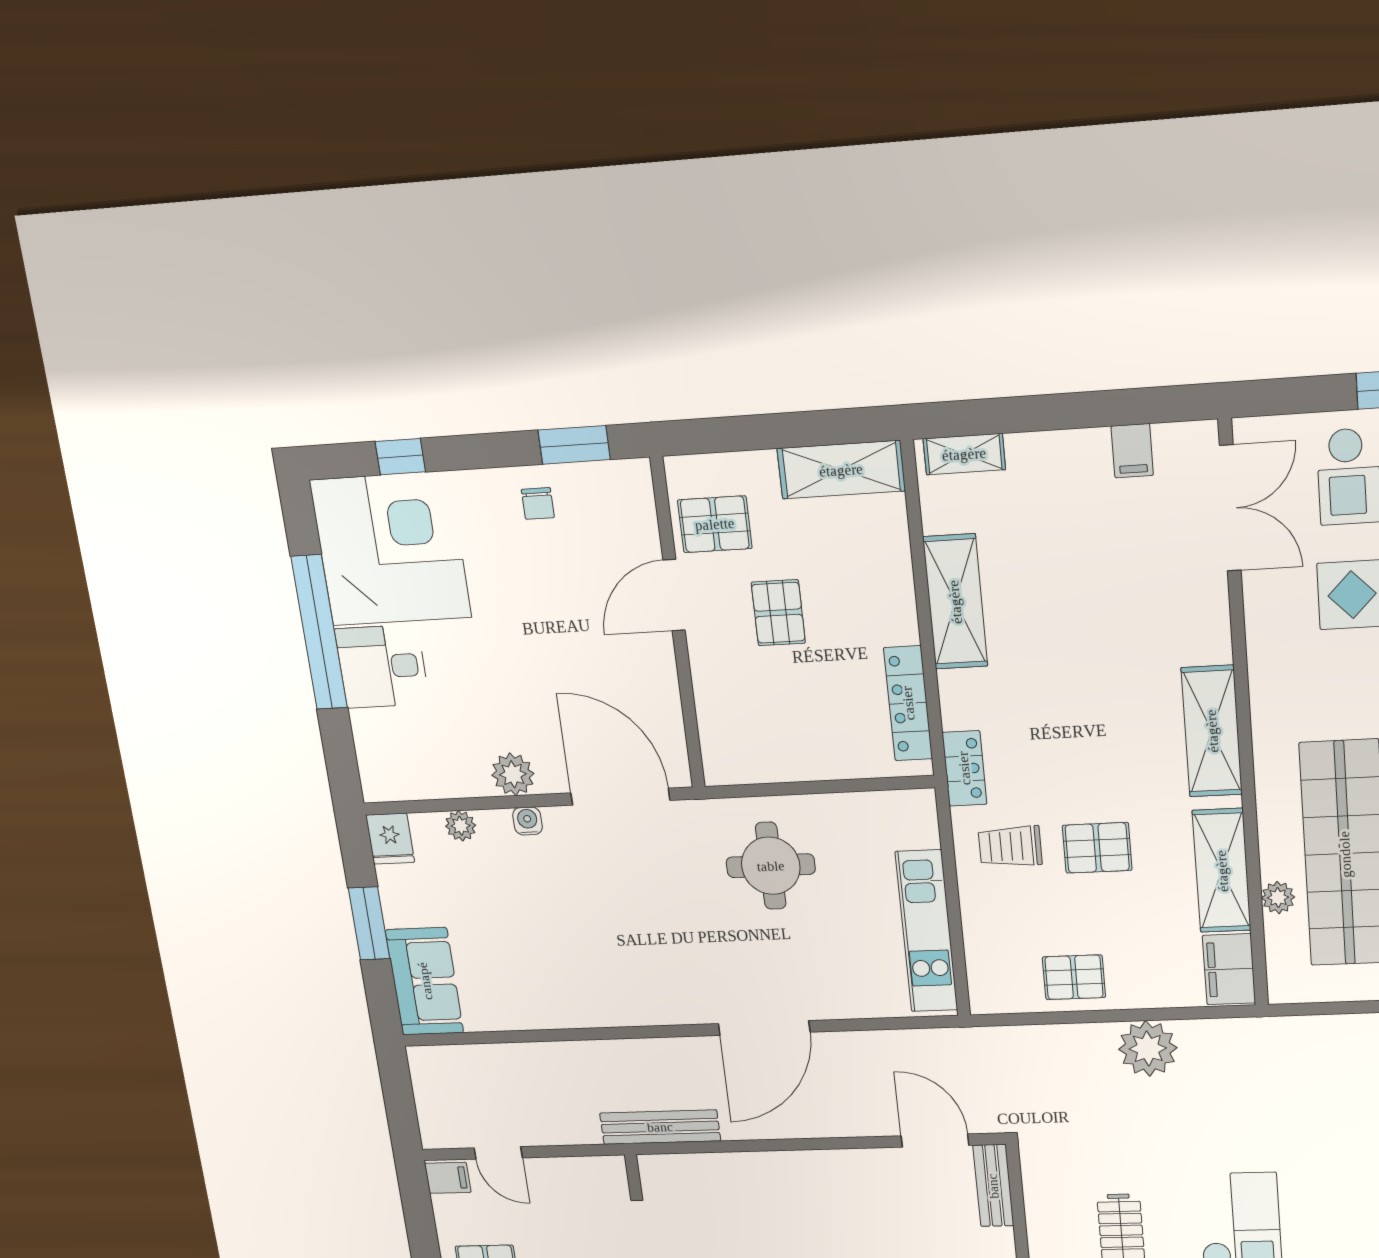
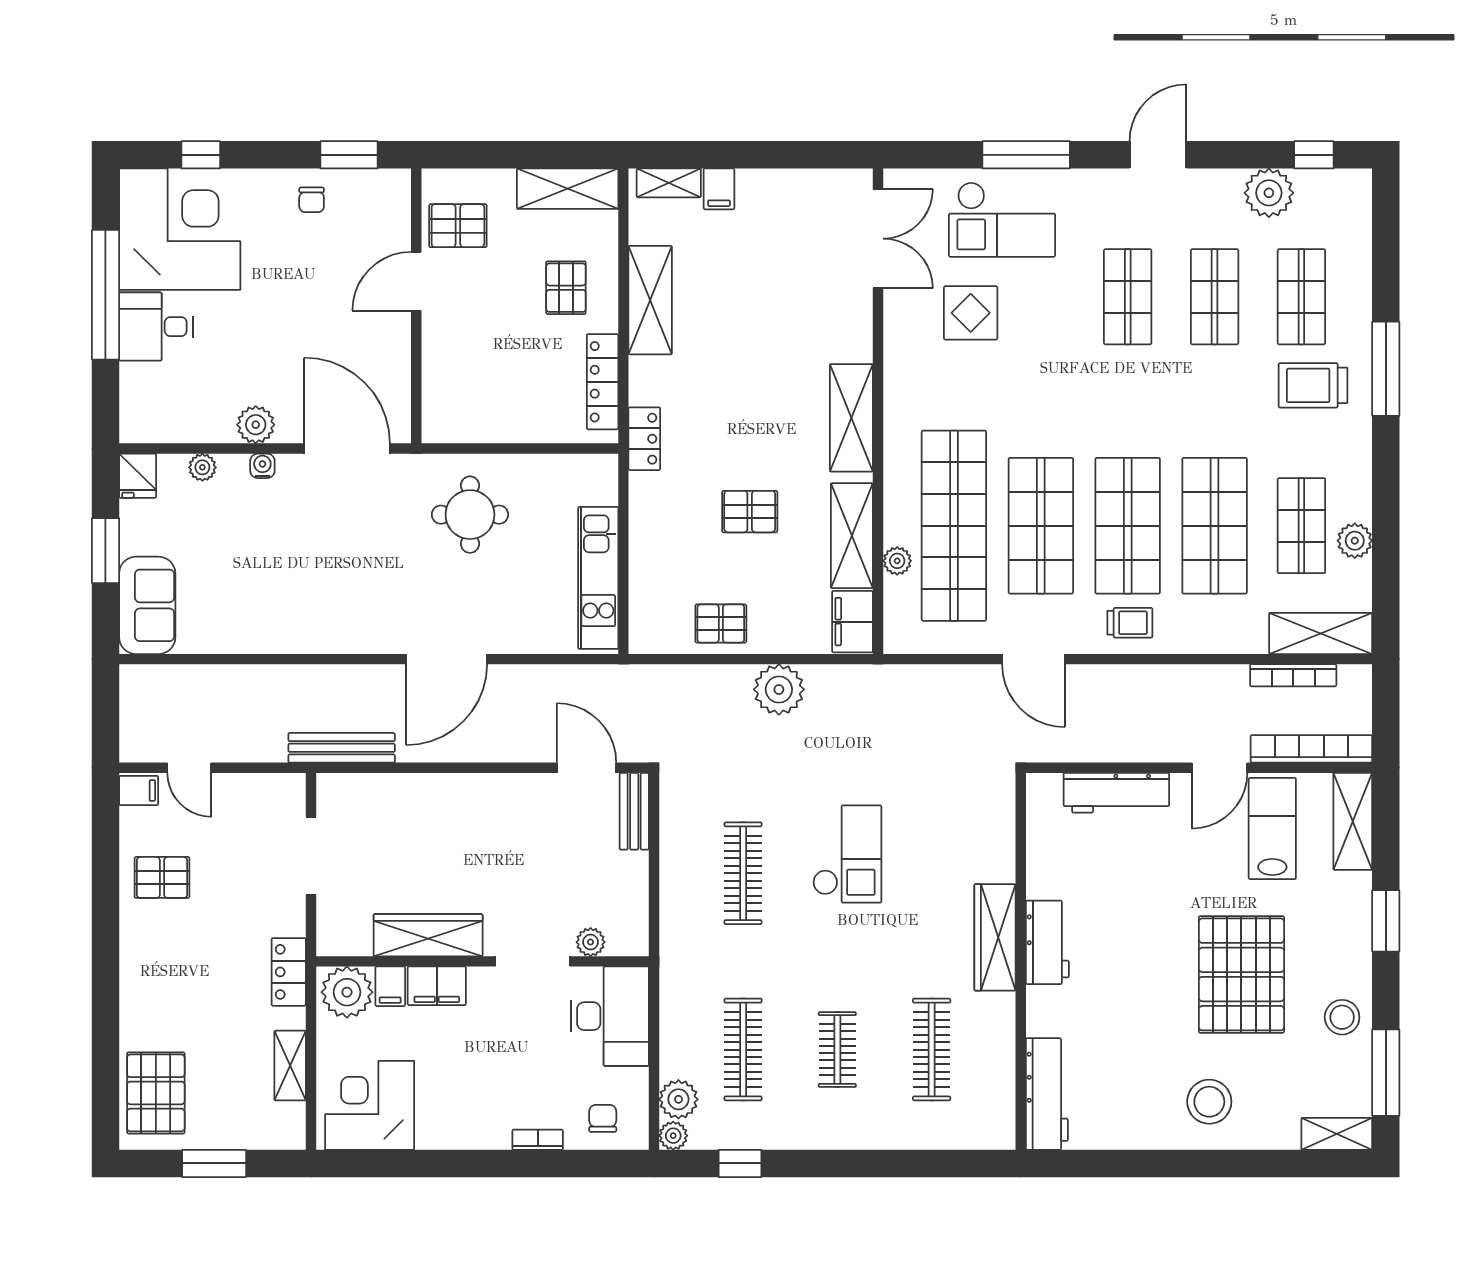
filing cabinet: (1132, 451) -> (719, 189), moved
pallet: (778, 613) -> (566, 288), moved
trolley: (1010, 846) -> (677, 507), removed

